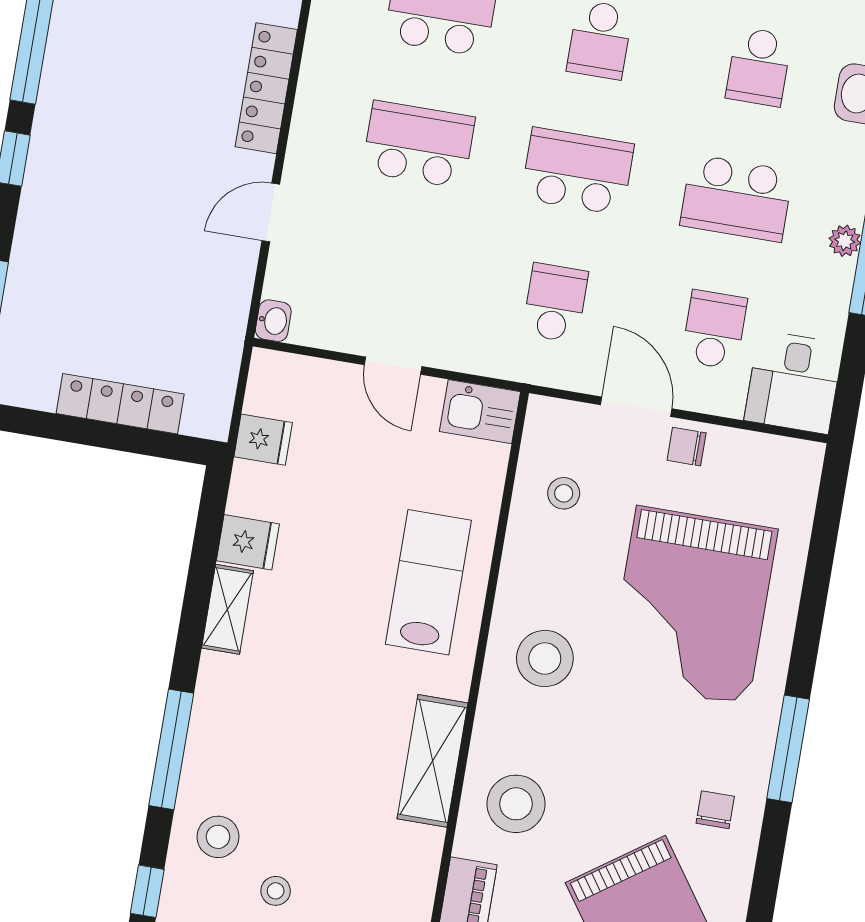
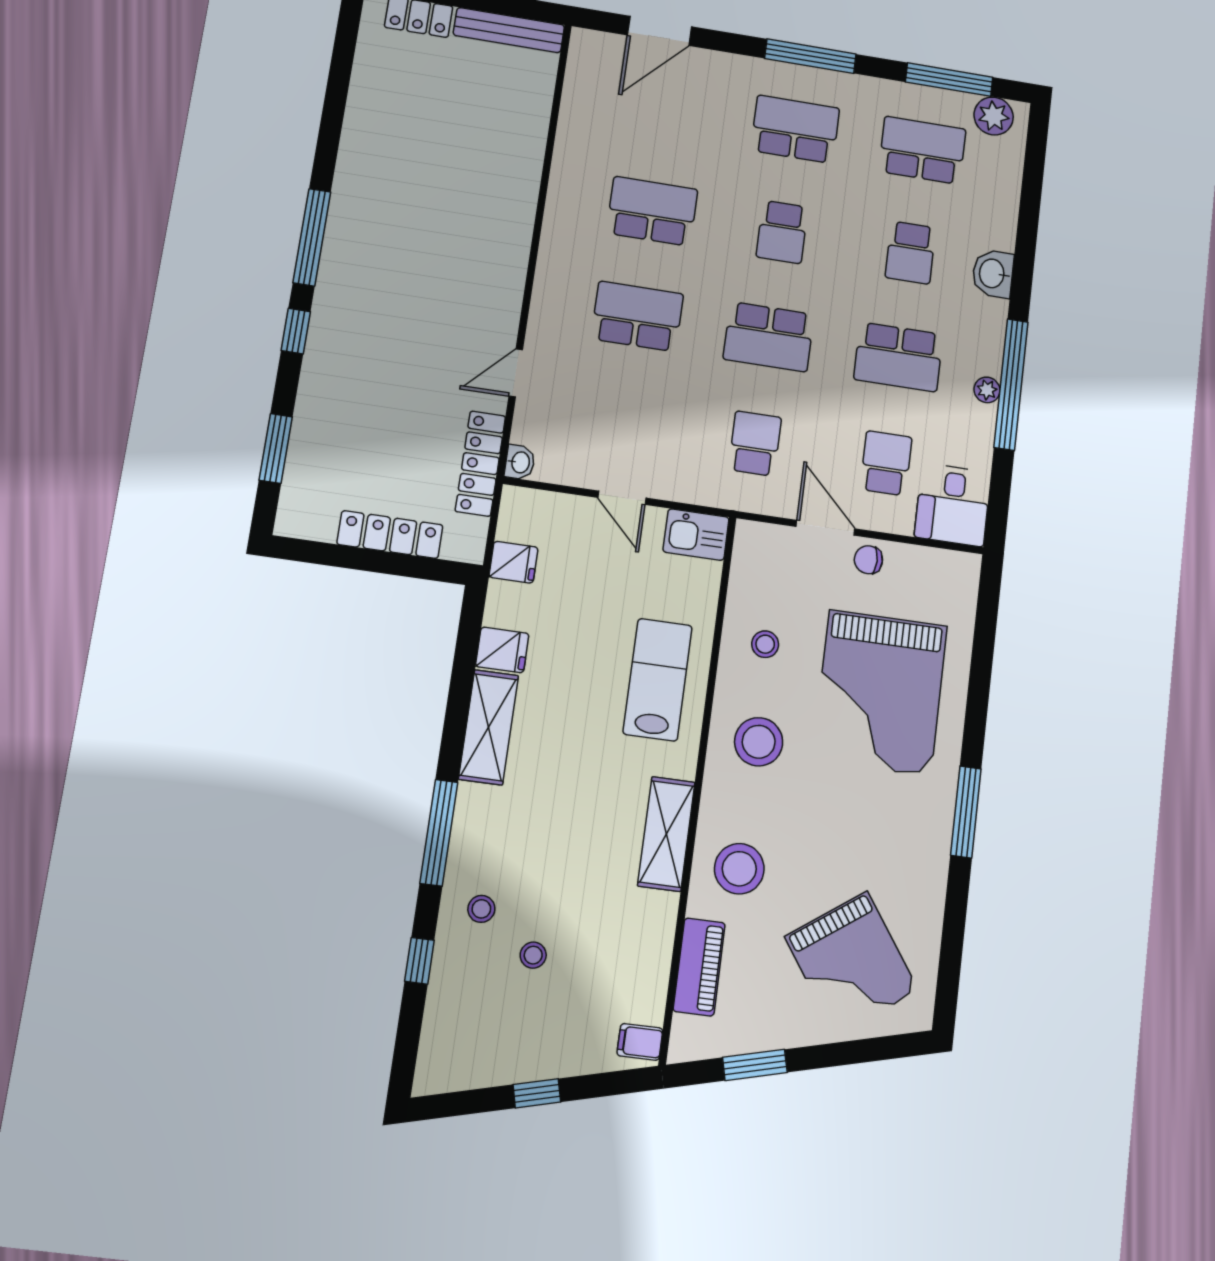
locker: (266, 88) -> (480, 464), moved
school desk: (577, 171) -> (769, 337), turned 180
stool: (564, 493) -> (765, 644), moved
shelving: (227, 609) -> (489, 727), width x1.50, depth x1.33
chair: (715, 810) -> (908, 867), removed
stool: (218, 837) -> (481, 909), width x0.73, depth x0.73

